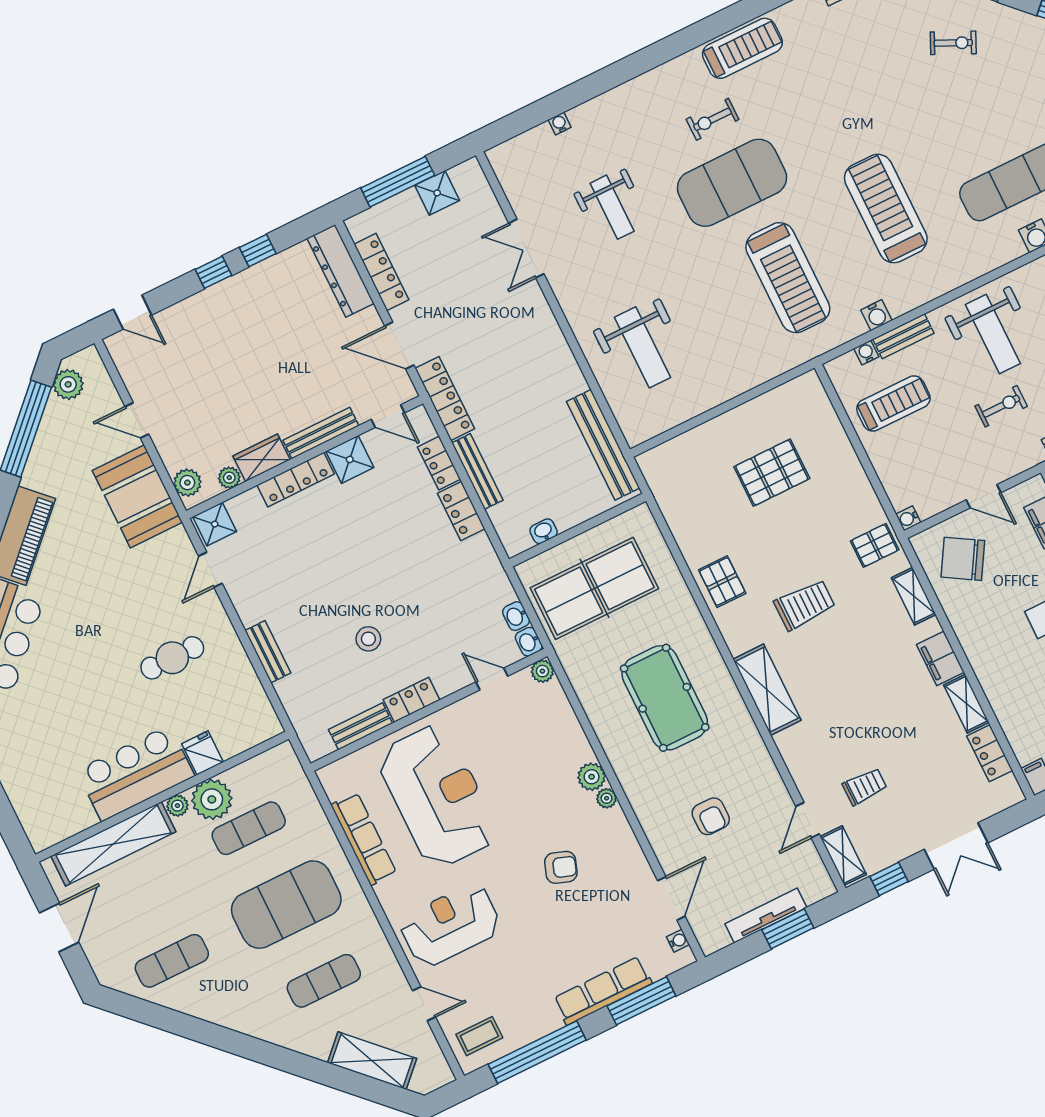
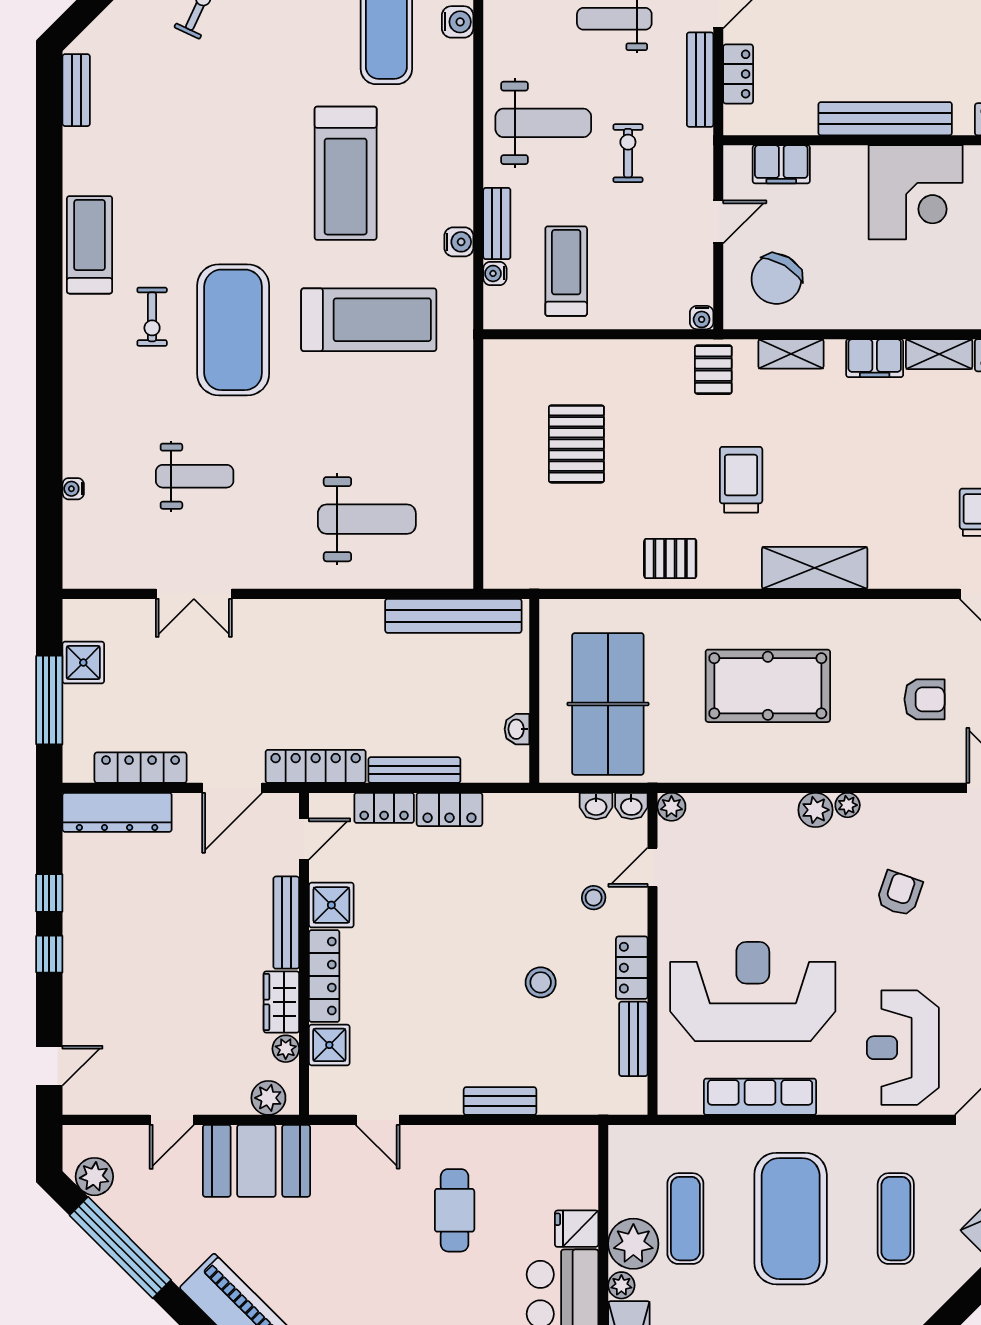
treadmill: (886, 209) -> (346, 173), turned -90
shower: (215, 524) -> (329, 1045), moved
stool: (449, 647) -> (594, 898), added

